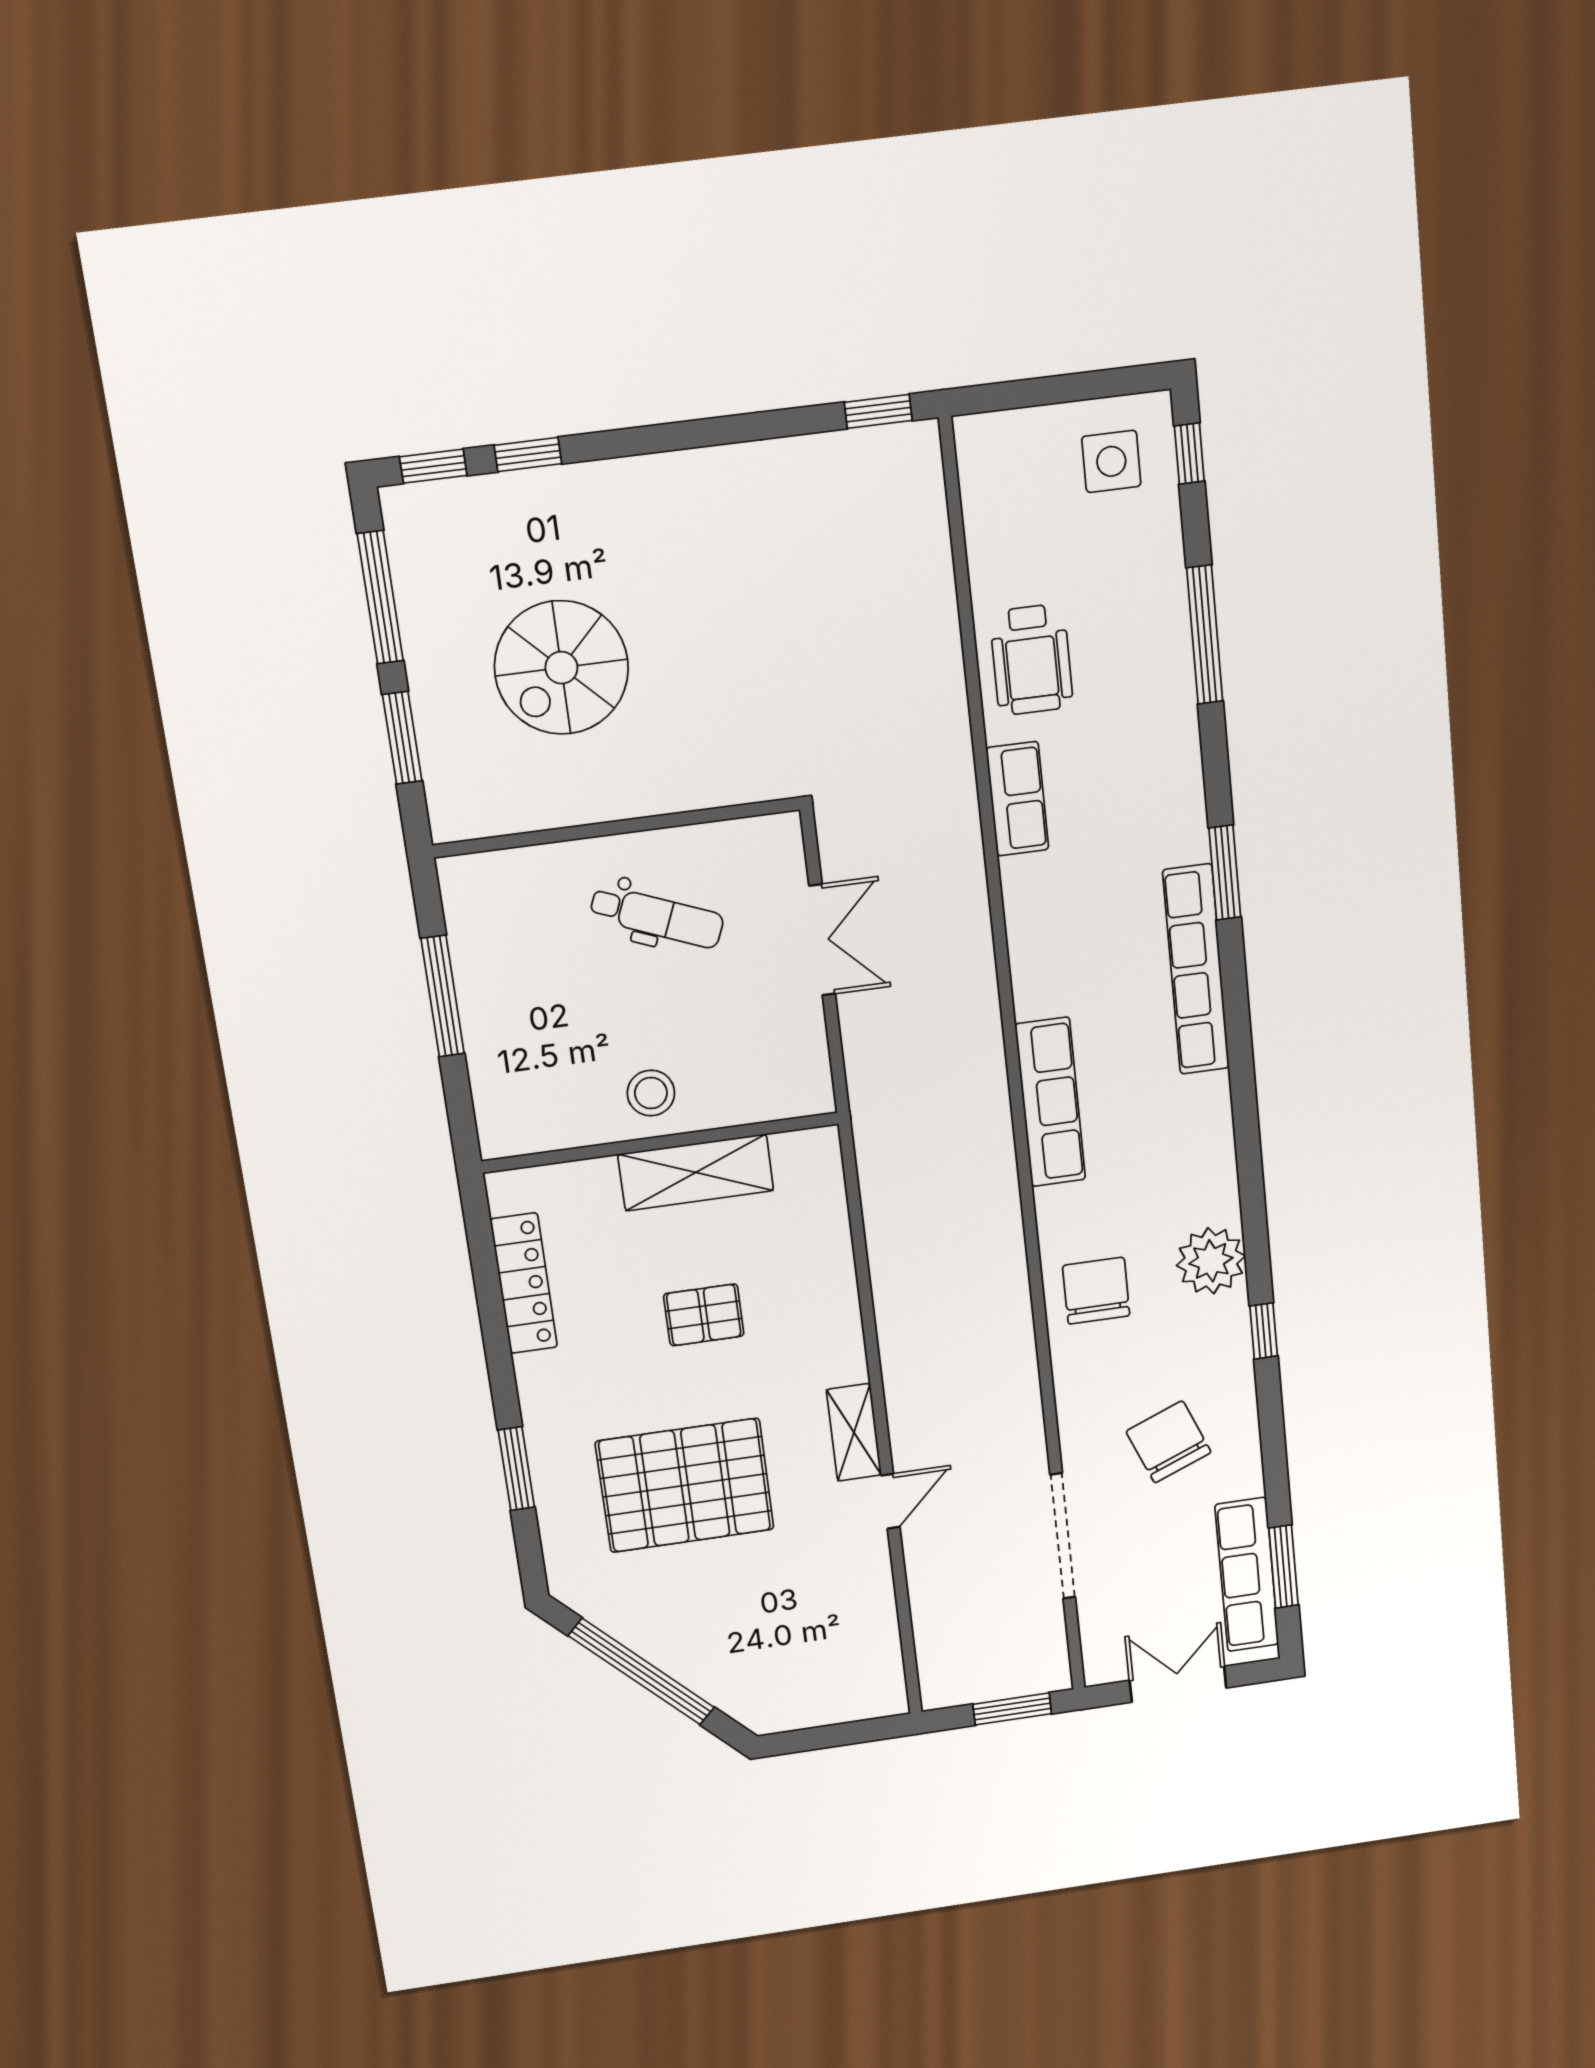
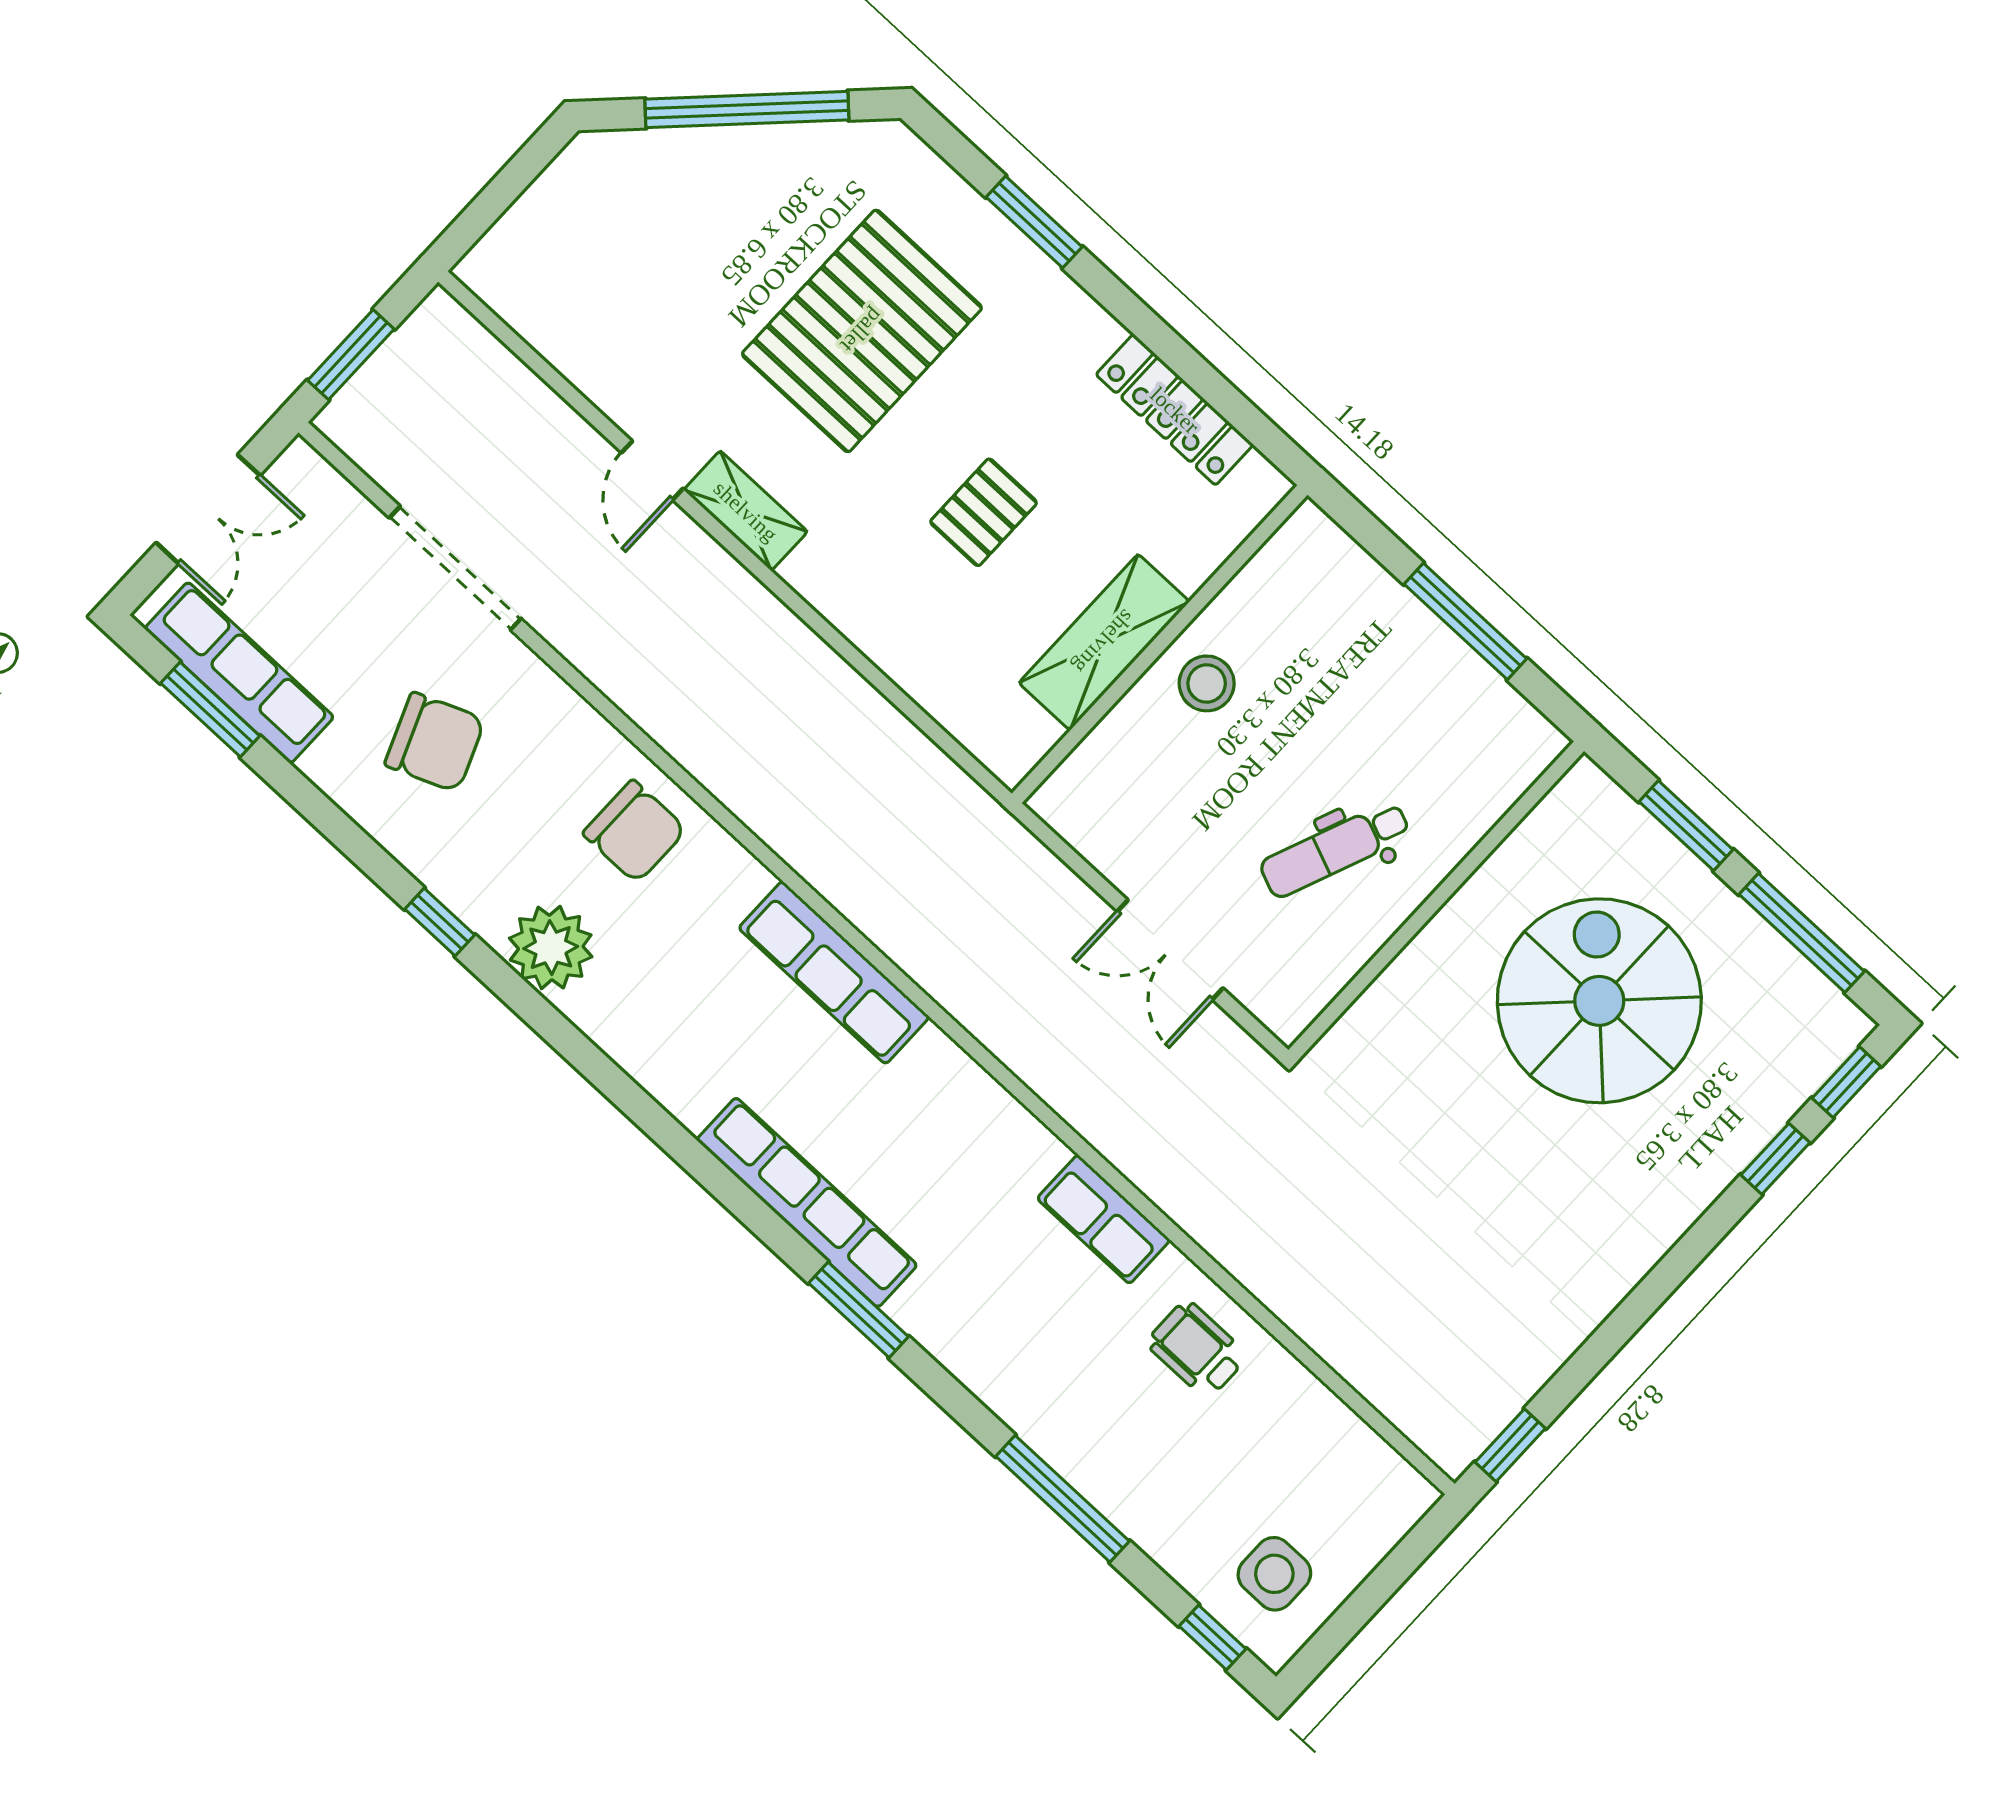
wheelchair: (1031, 660) -> (1197, 1349), width x0.73, depth x0.73
spiral stairs: (561, 668) -> (1599, 1001), width x1.37, depth x1.37

